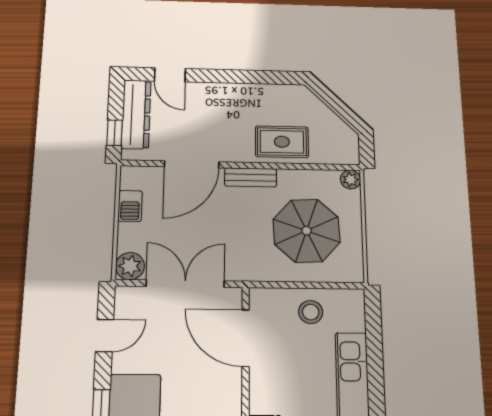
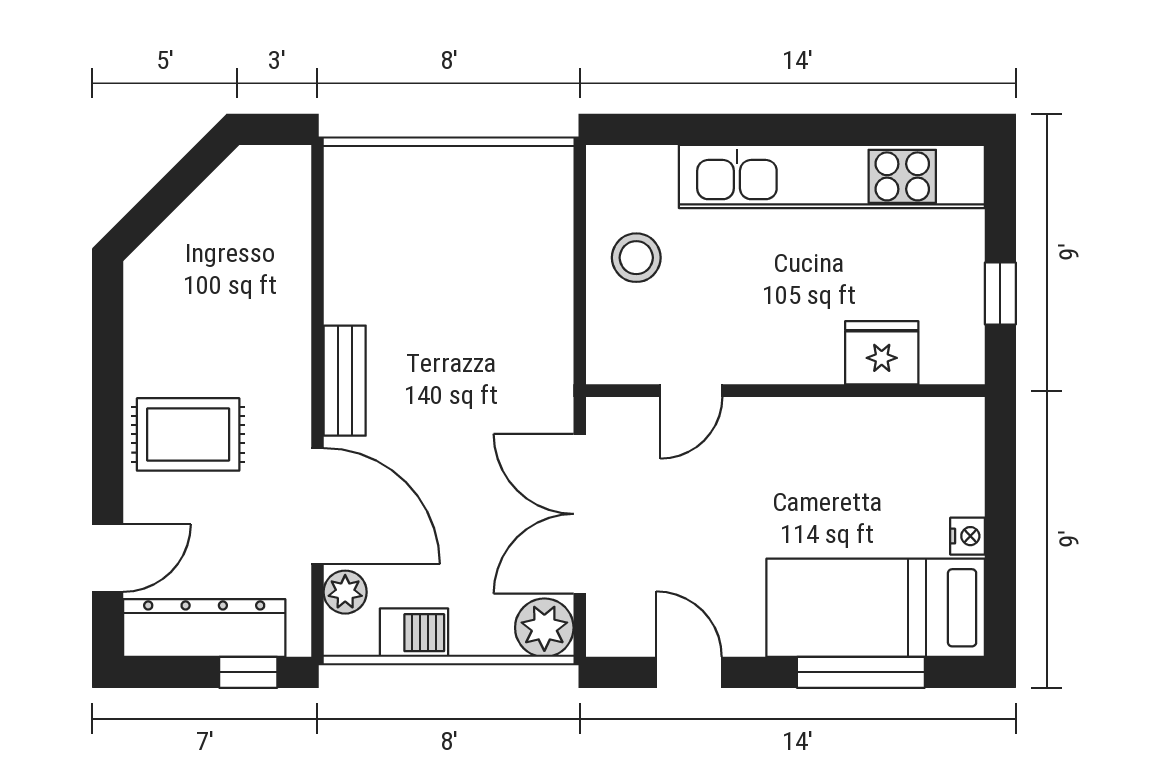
rug: (282, 142) -> (188, 434), moved, turned 90
plant: (351, 180) -> (345, 592), moved
parasol: (307, 231) -> (462, 263), removed
door: (245, 338) -> (691, 391), width x0.53

